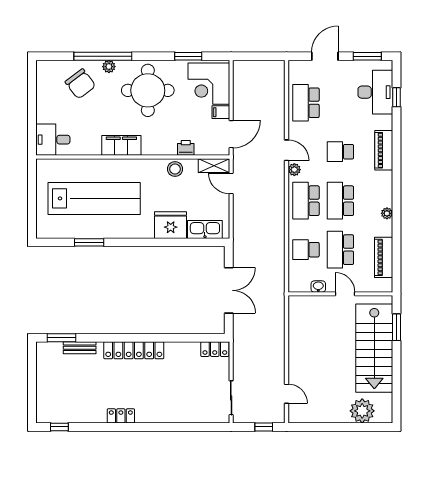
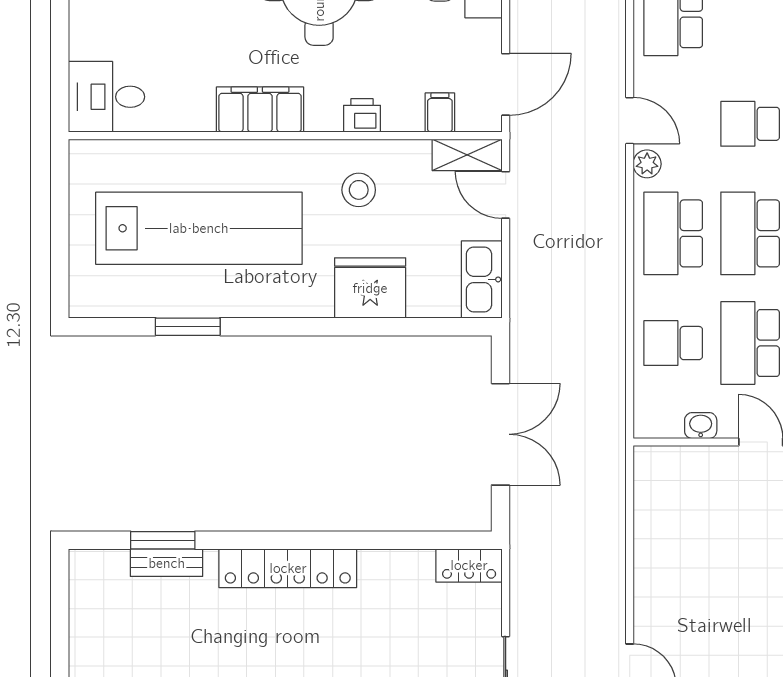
filing cabinet: (221, 112) -> (440, 113), moved, turned 90
printer: (186, 148) -> (362, 115), moved
stool: (175, 169) -> (359, 190), moved
kitchen sink: (205, 229) -> (482, 279), moved, turned -90
window: (61, 338) -> (163, 540), moved

